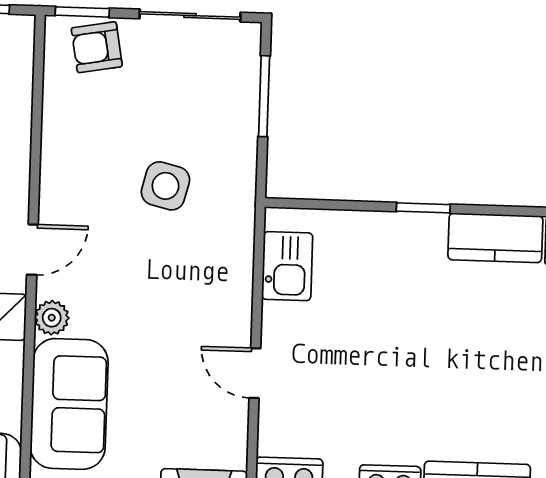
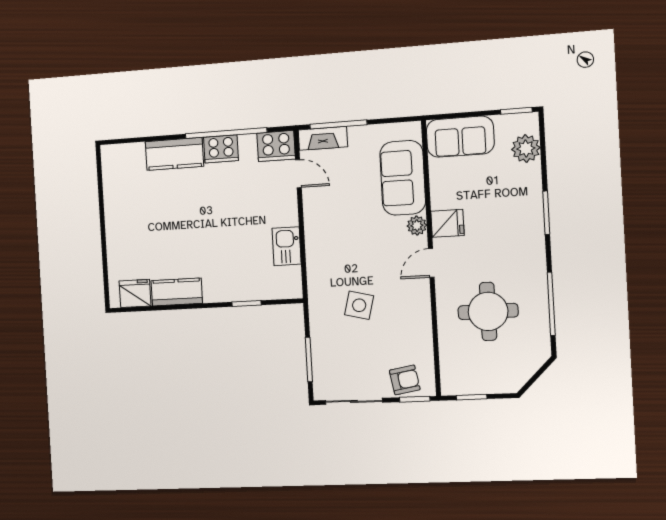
window: (423, 208) -> (247, 303), moved
kitchen sink: (287, 266) -> (287, 246), moved
door: (255, 373) -> (298, 174), moved

